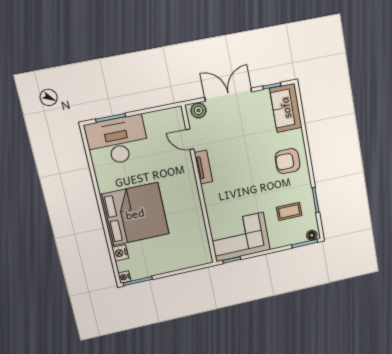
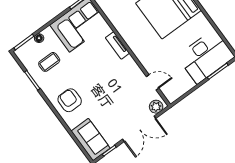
armchair: (288, 161) -> (70, 100), turned -90
tv unit: (203, 167) -> (118, 45), moved
floor lamp: (312, 235) -> (39, 38), moved

